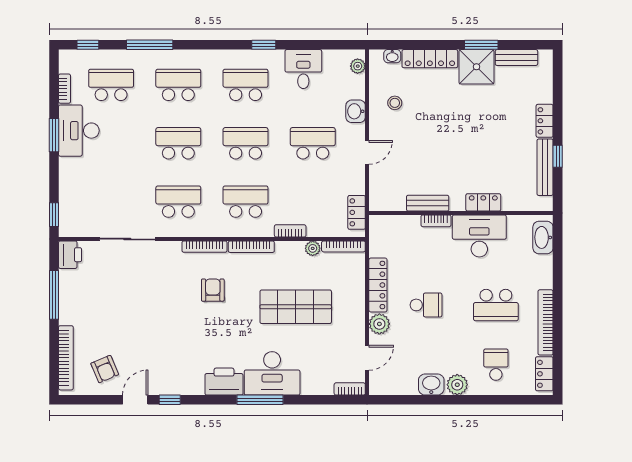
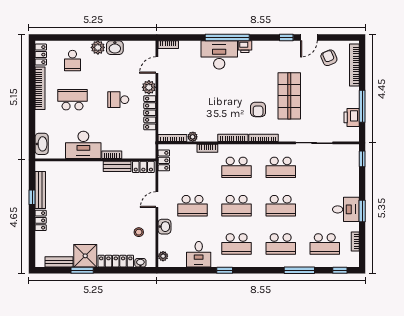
desk: (79, 131) -> (346, 209), width x0.73
locker: (483, 202) -> (143, 167), moved
printer: (70, 255) -> (352, 117), moved
shop shelf: (296, 307) -> (289, 96), moved, turned 90
printer: (224, 382) -> (245, 47), width x0.53, depth x0.68
window: (260, 400) -> (227, 38), width x1.46

